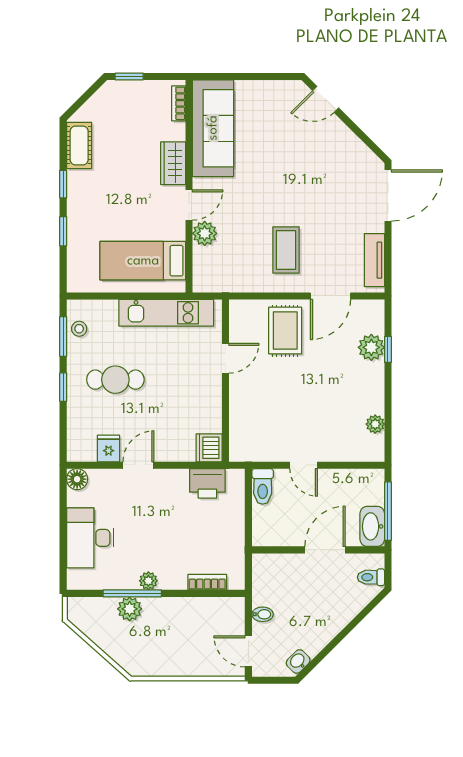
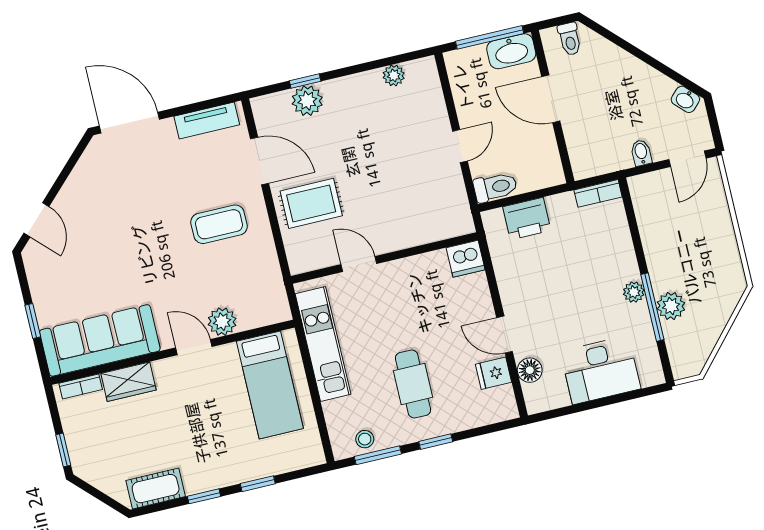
window: (242, 76) -> (33, 321), added
wardrobe: (173, 163) -> (128, 382), moved
floor lamp: (77, 479) -> (530, 370), moved
printer: (207, 483) -> (527, 219), moved, turned 90
bookcase: (207, 582) -> (598, 193), moved, turned -90

